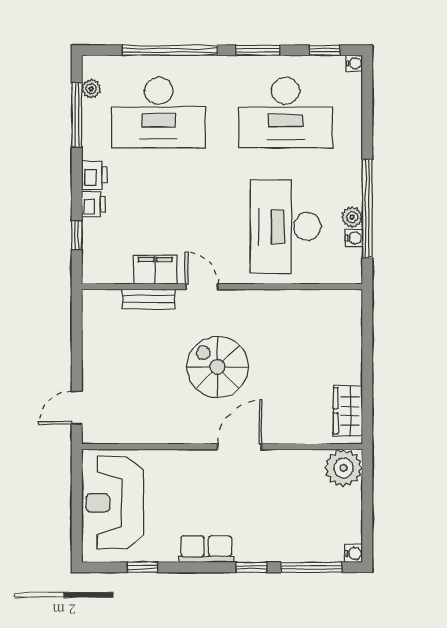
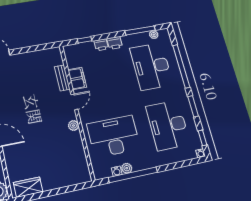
plant: (248, 299) -> (73, 125), added
spiral stairs: (217, 367) -> (36, 117), removed

